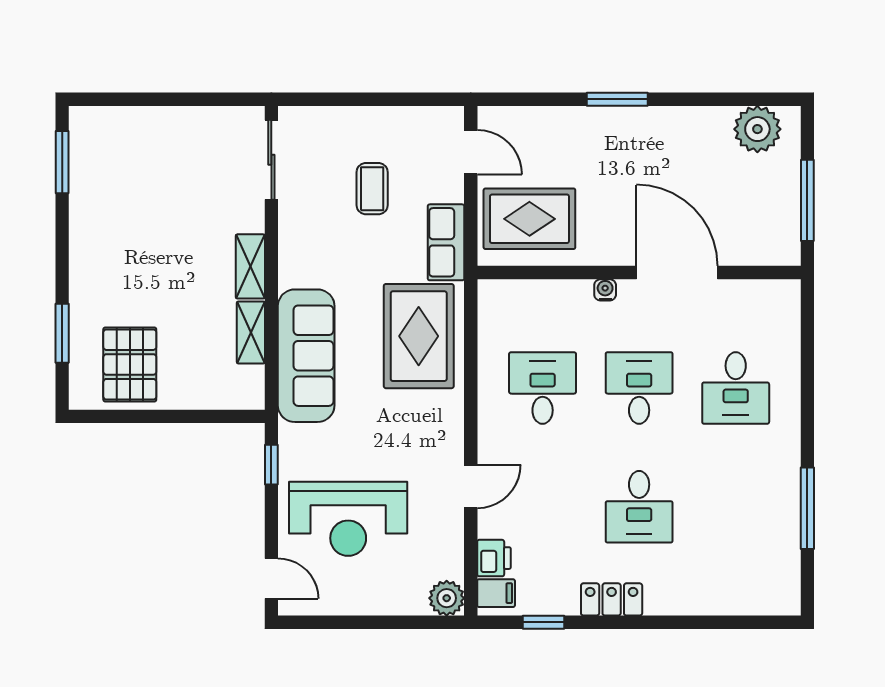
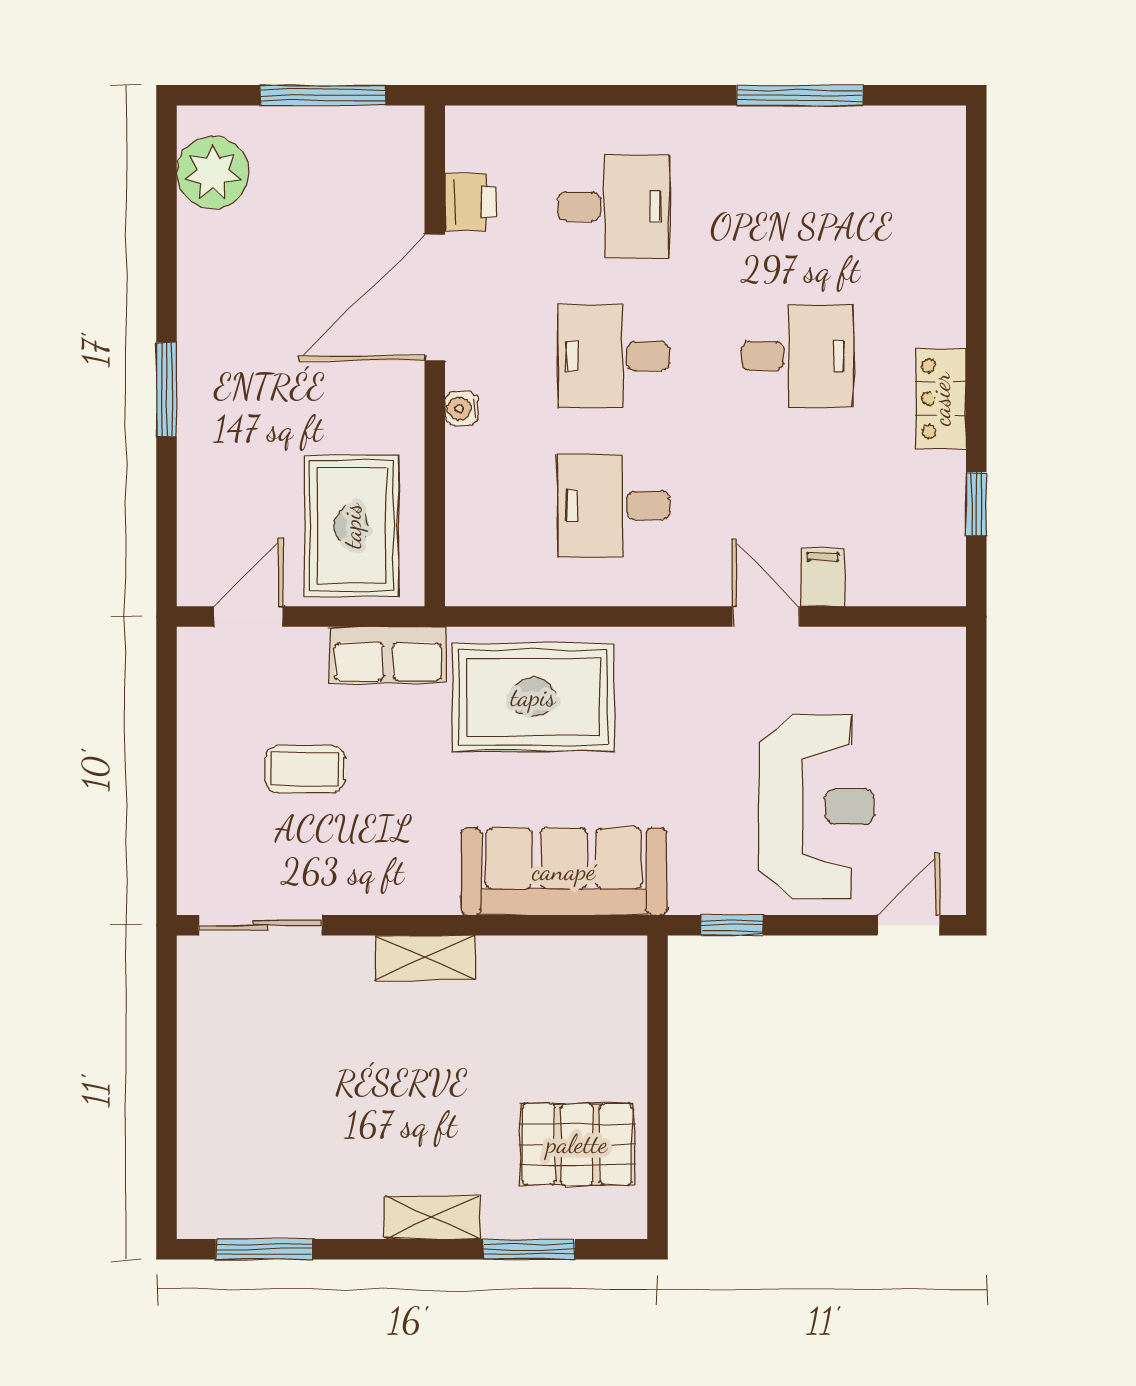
shelving: (251, 332) -> (432, 1217), moved
printer: (494, 558) -> (471, 202), moved, turned 90
filing cabinet: (496, 593) -> (823, 577), moved
plant: (447, 598) -> (939, 654), removed

